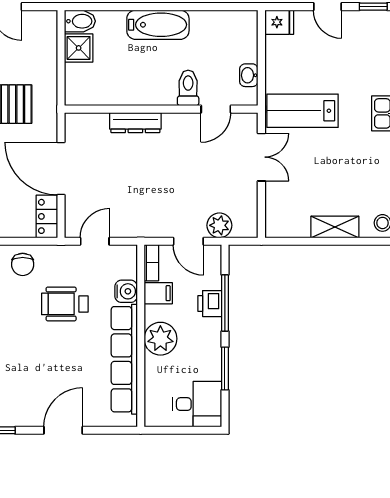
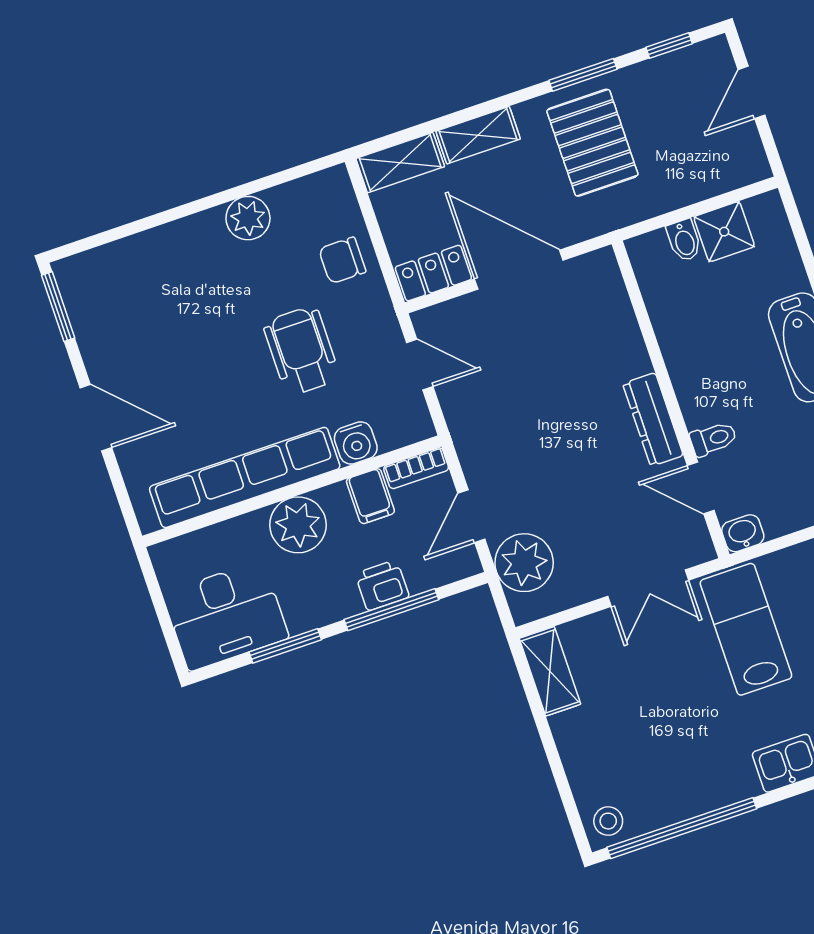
bidet: (80, 21) -> (684, 240), moved, width x0.72, depth x0.74
washbasin: (249, 75) -> (743, 533), moved
toilet: (188, 88) -> (713, 439), width x0.73, depth x0.72
dresser: (135, 123) -> (653, 420), moved
door: (61, 169) -> (519, 270), hinge flipped
plant: (219, 225) -> (524, 563), width x1.36, depth x1.36
shelving: (335, 227) -> (550, 671), moved
desk: (197, 404) -> (226, 616), width x1.37

